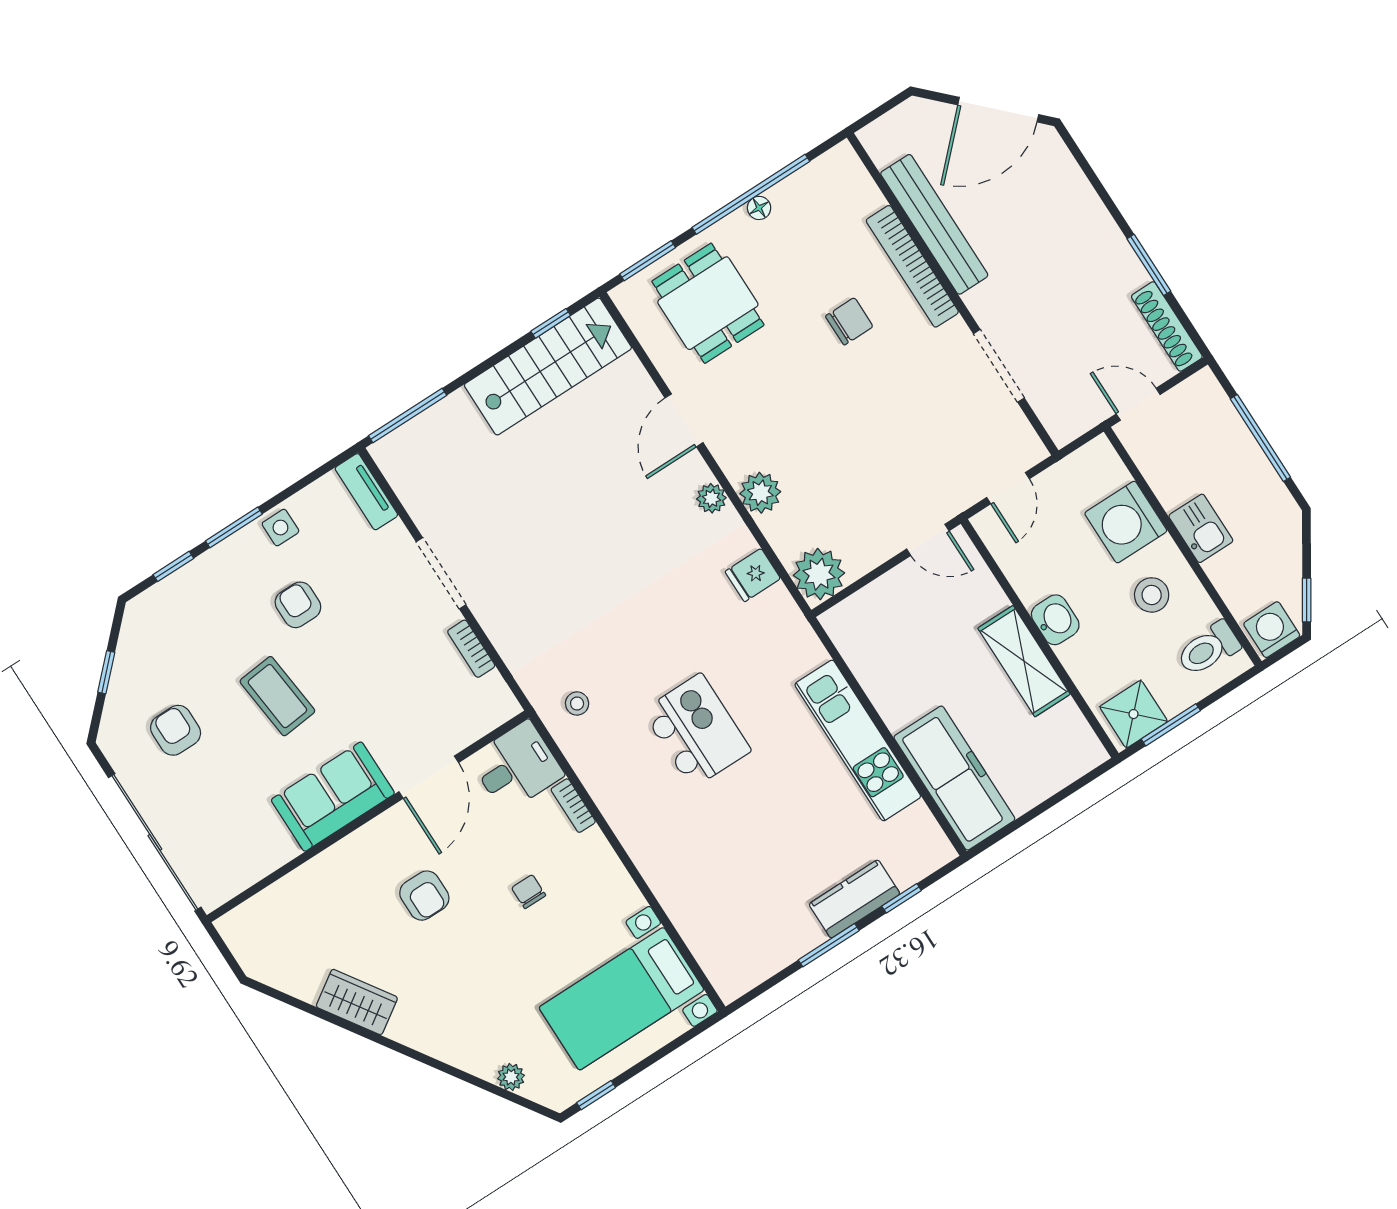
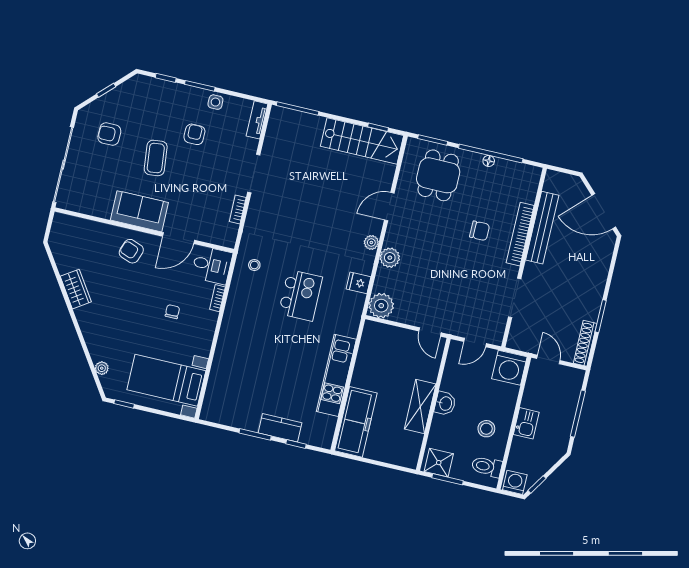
washing machine: (1126, 522) -> (509, 368), moved, turned -90
armchair: (176, 730) -> (109, 134), turned -90
kitchen island: (696, 731) -> (300, 295), moved
armchair: (424, 896) -> (131, 251), moved, turned 110

